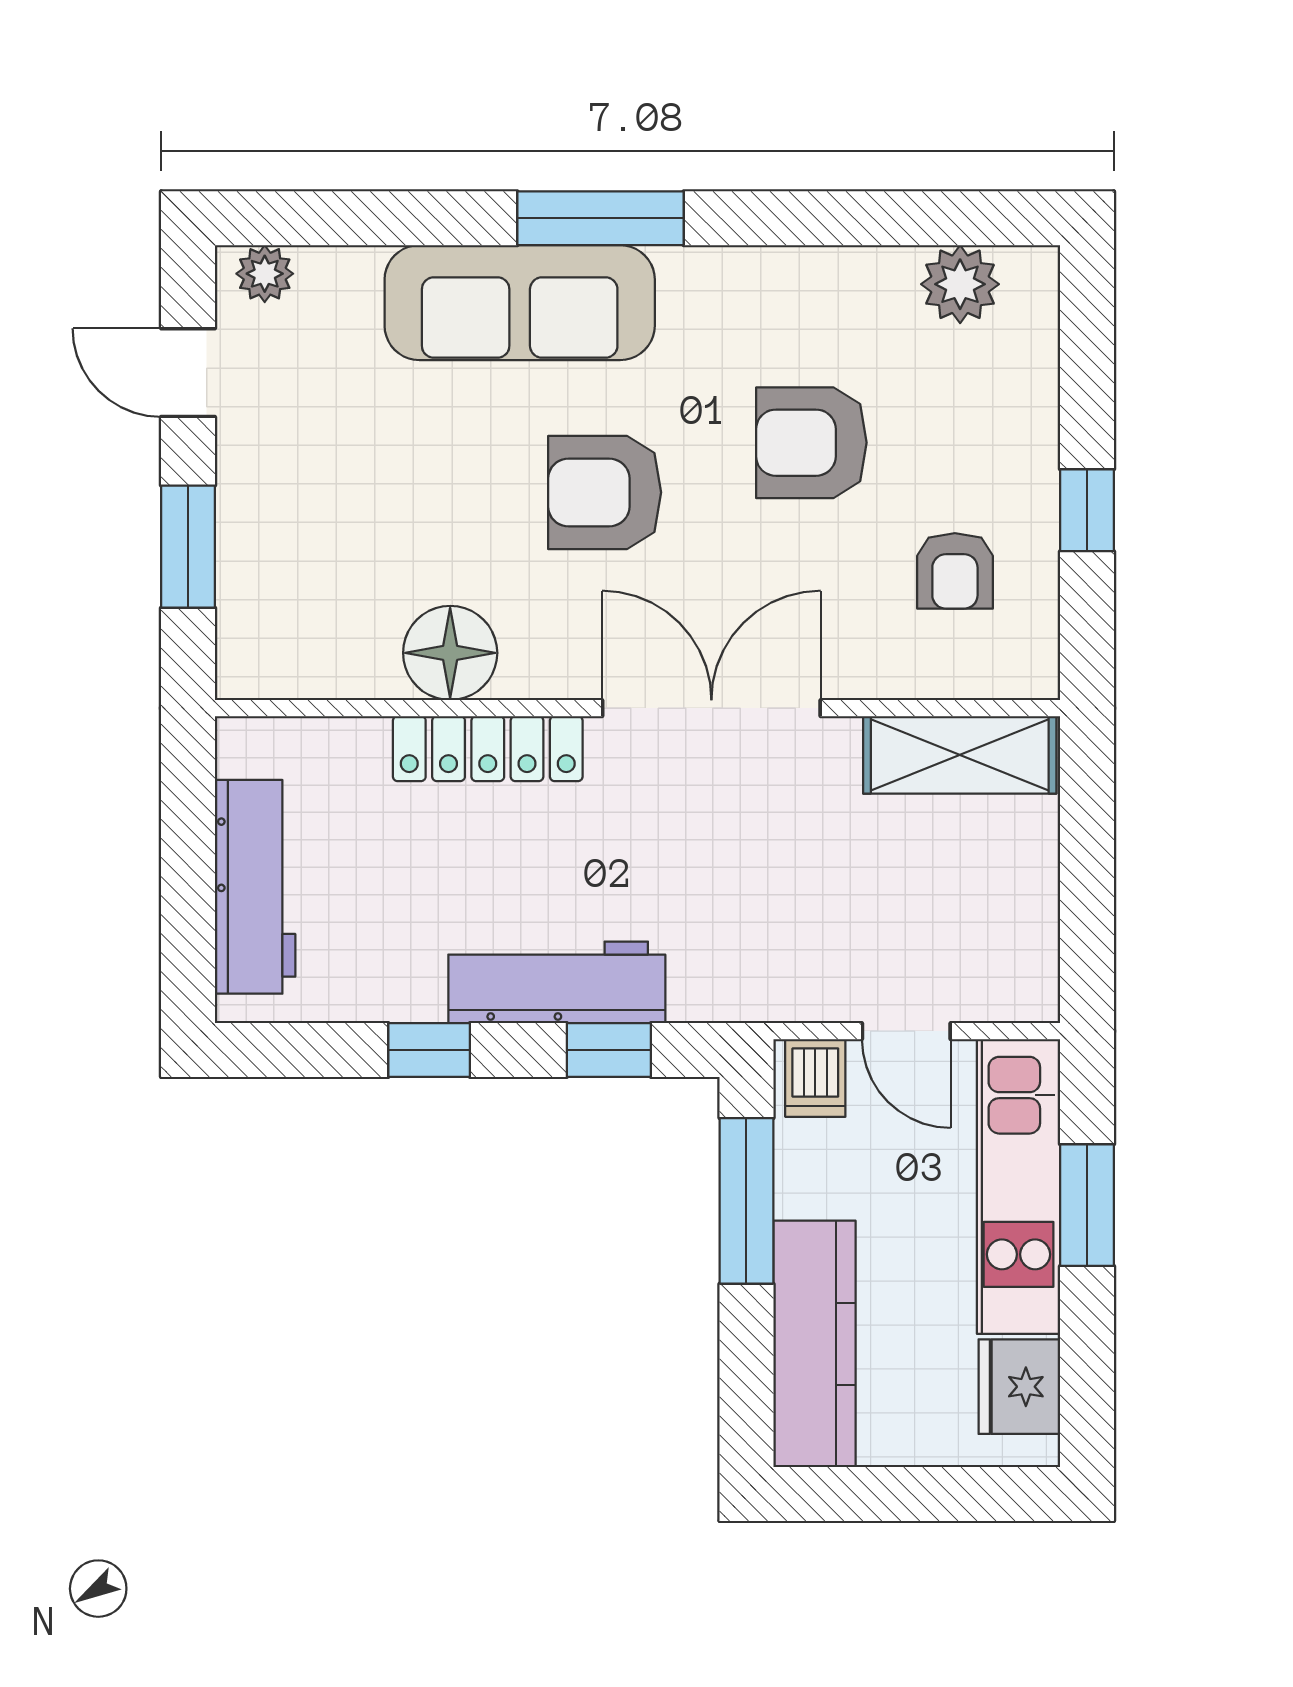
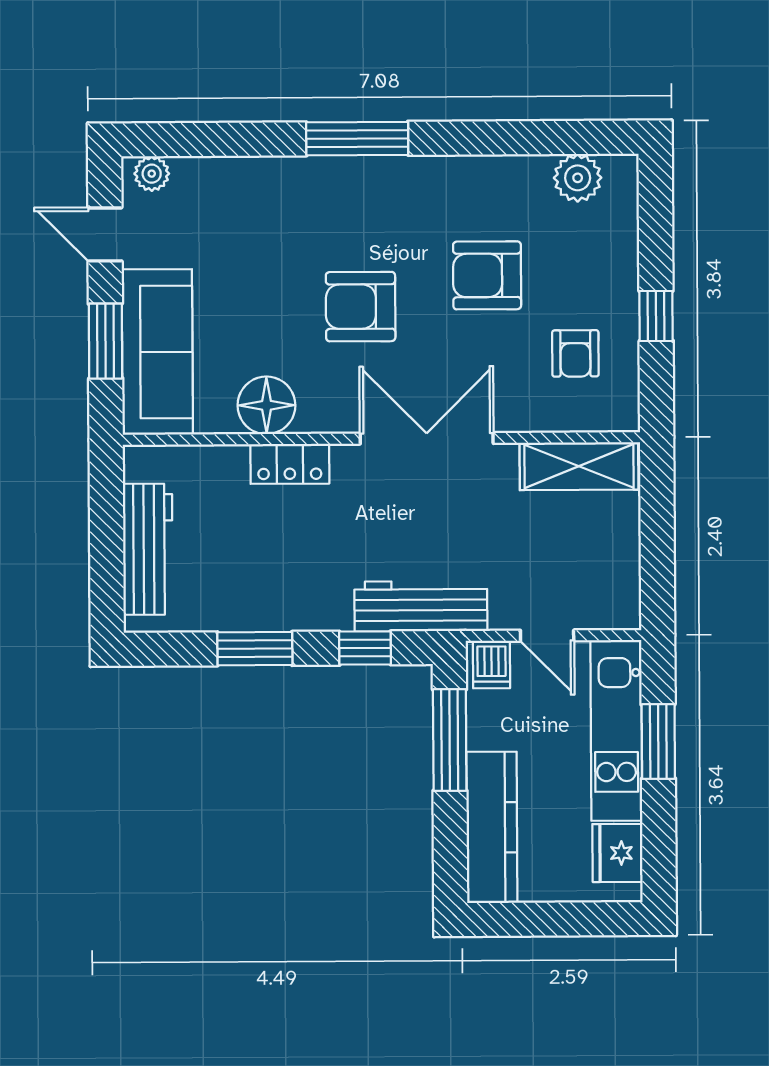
sofa: (520, 303) -> (157, 352), moved, turned -90
locker: (488, 749) -> (290, 464), width x0.66
workbench: (557, 982) -> (421, 606), moved
window: (429, 1050) -> (255, 649), width x1.50

